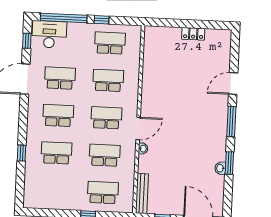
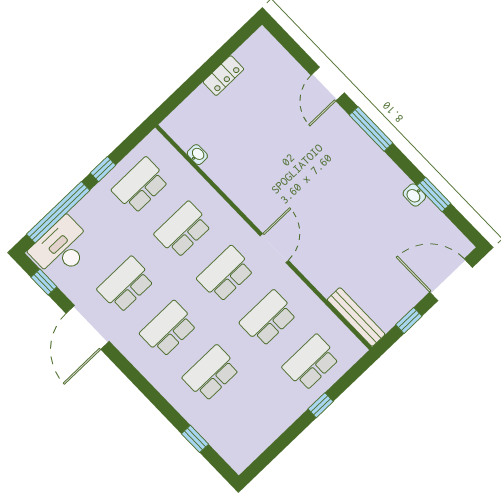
washbasin: (143, 149) -> (197, 155), moved
window: (22, 153) -> (195, 439), moved
window: (229, 163) -> (434, 194), moved

